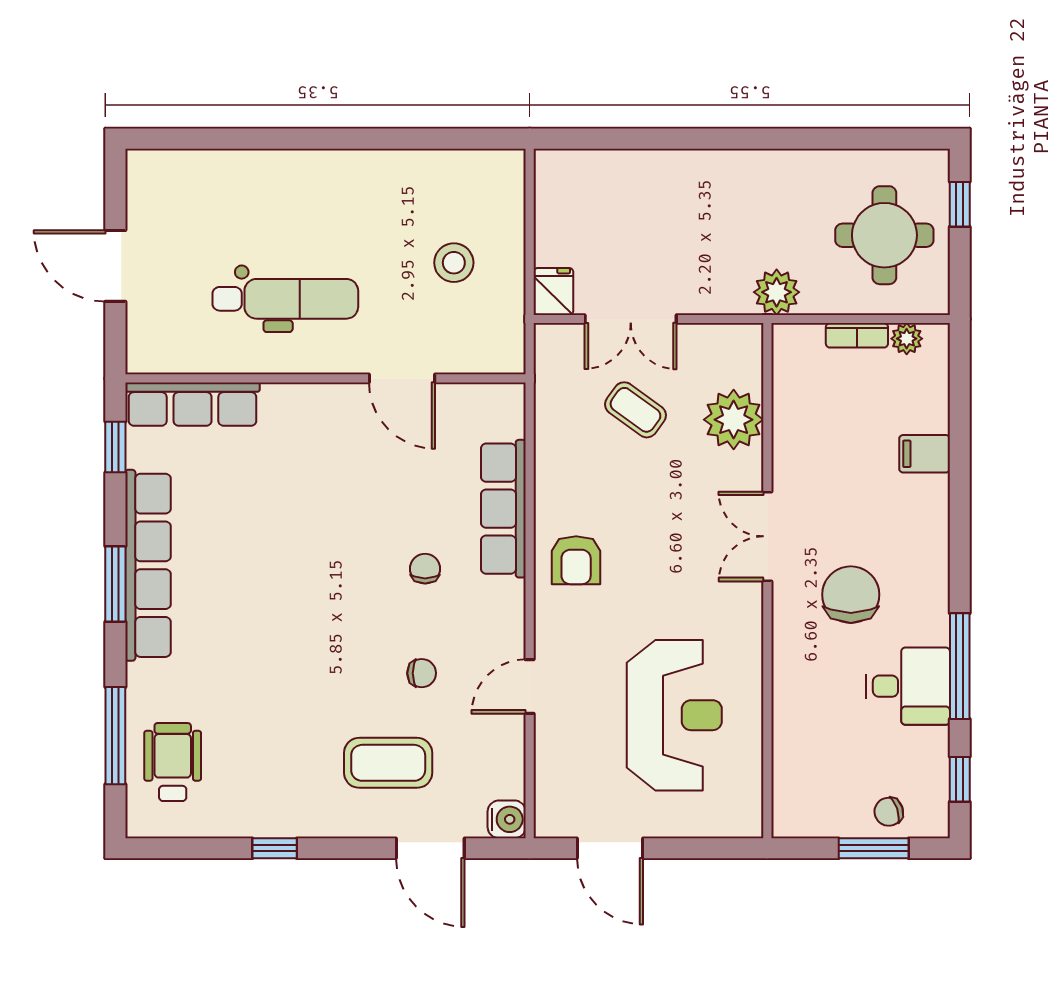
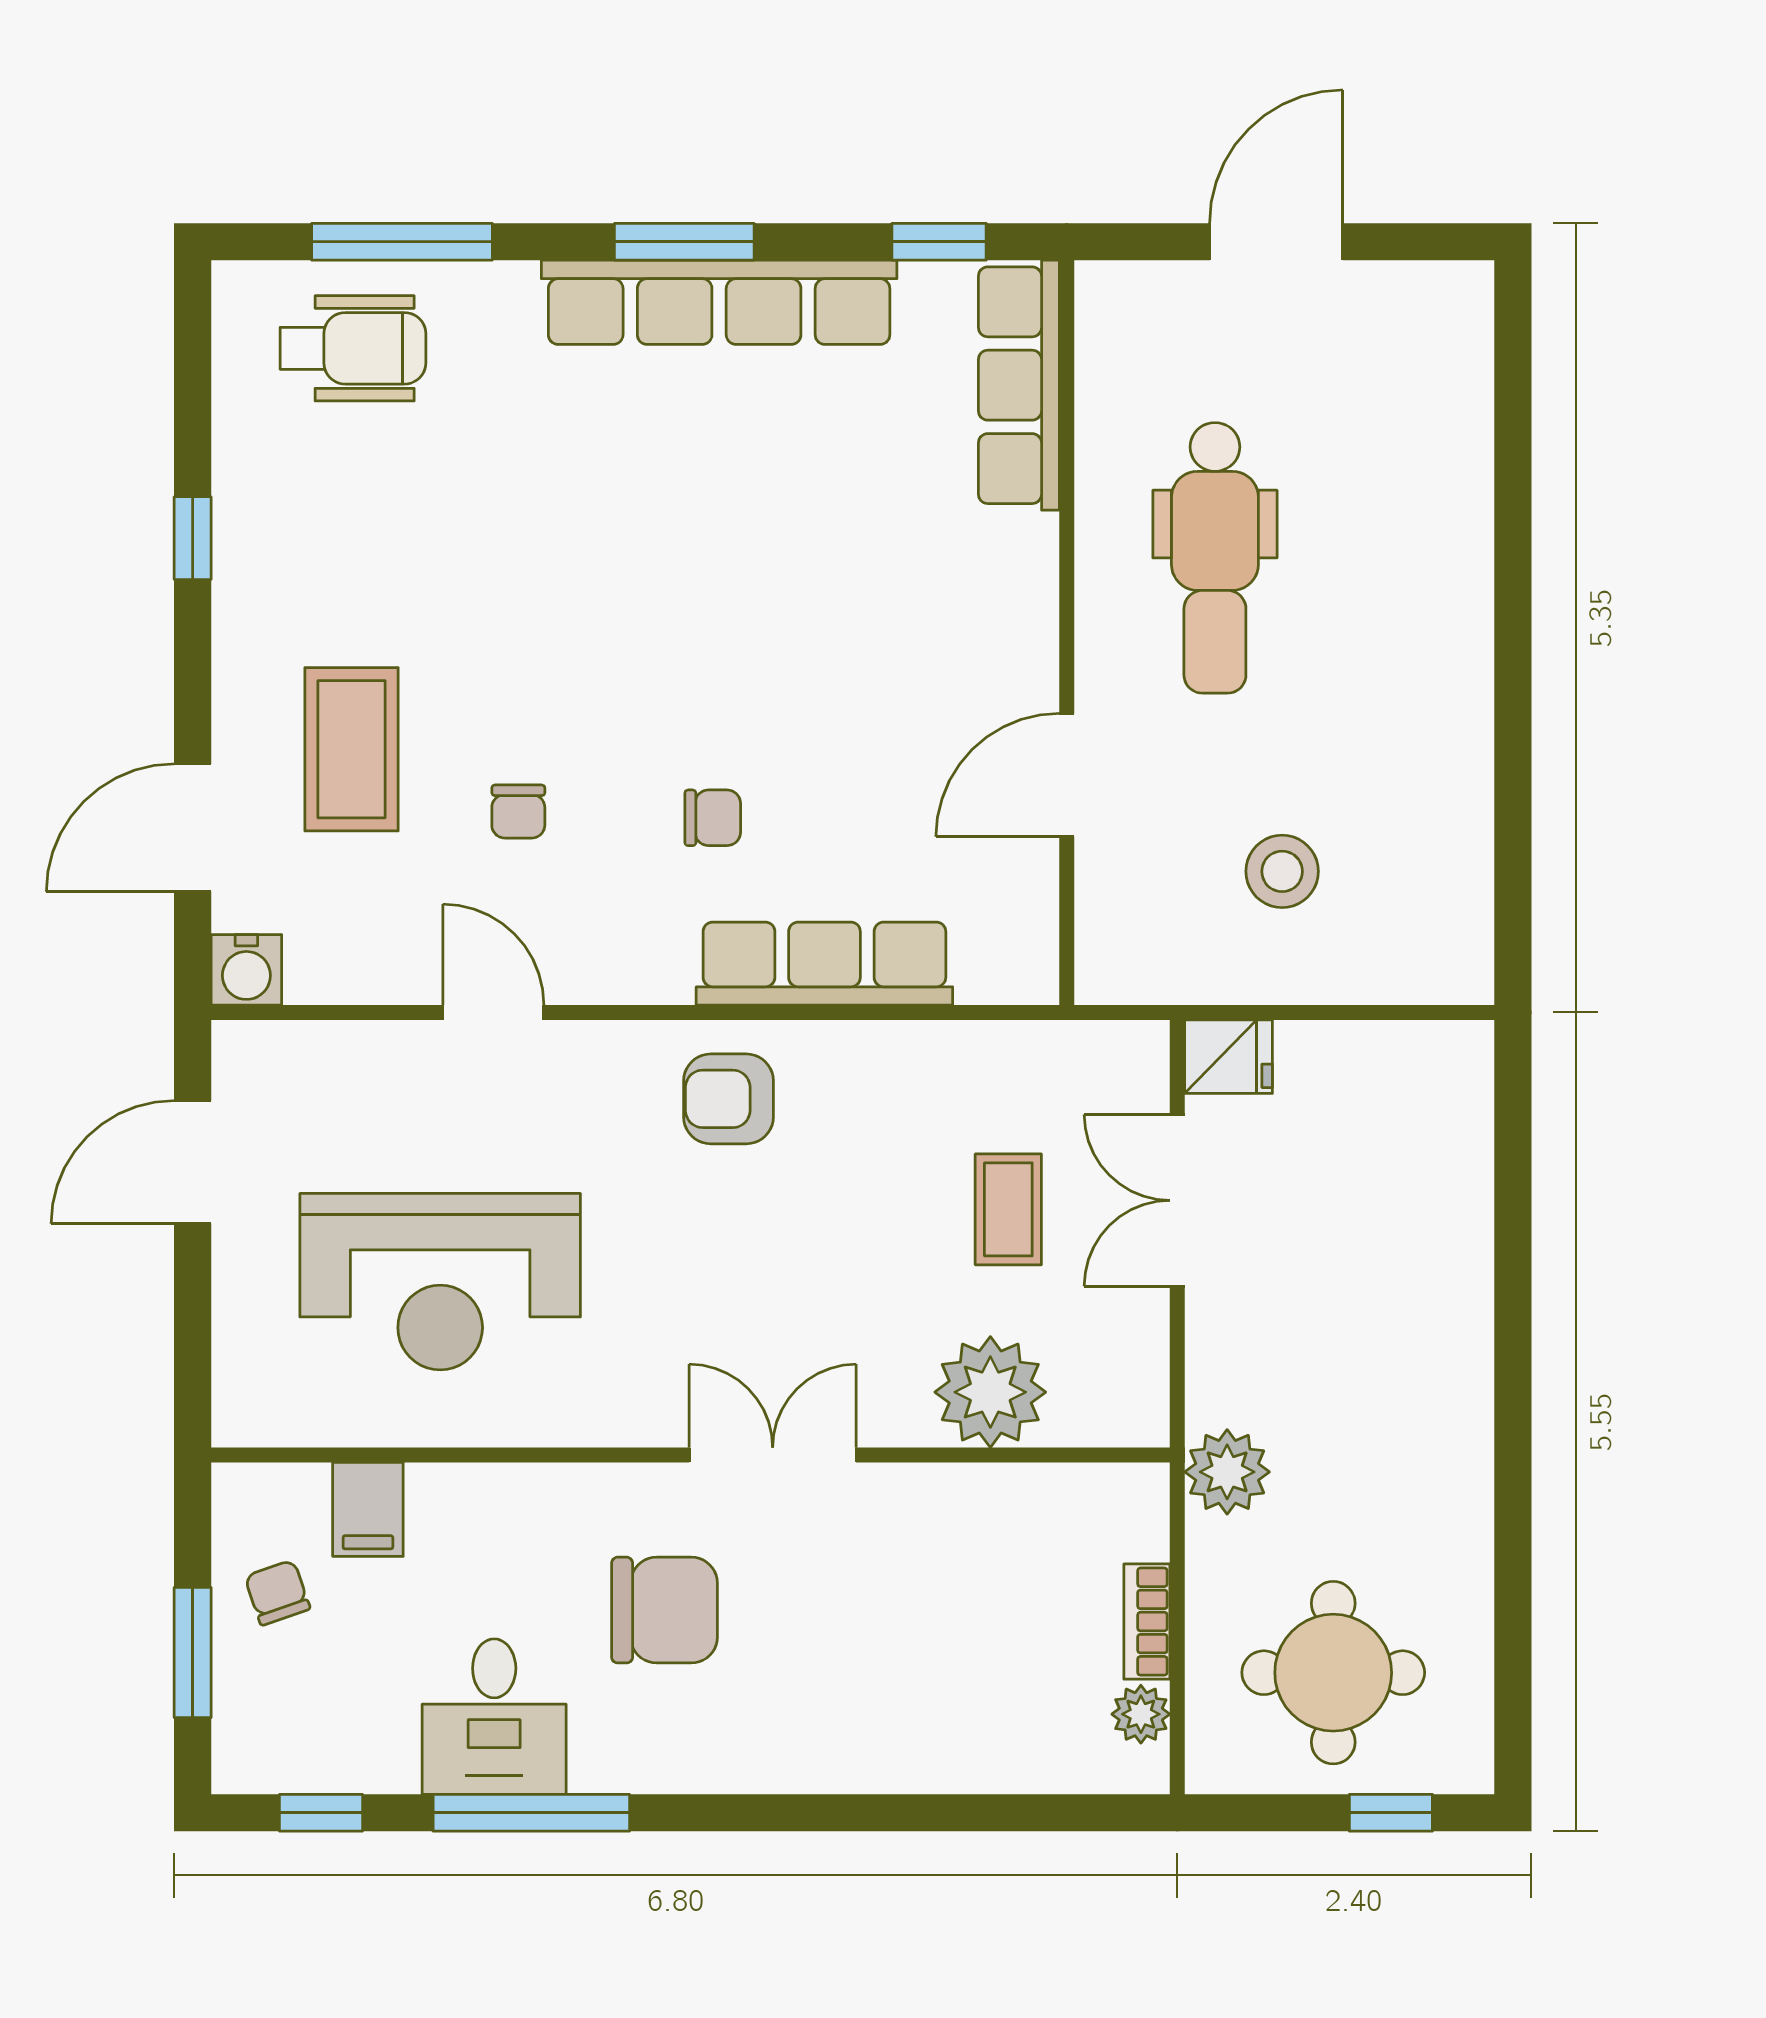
coffee table: (635, 410) -> (1008, 1209), turned -36
filing cabinet: (925, 454) -> (368, 1509), moved, turned 180
chair: (889, 812) -> (277, 1593), moved

